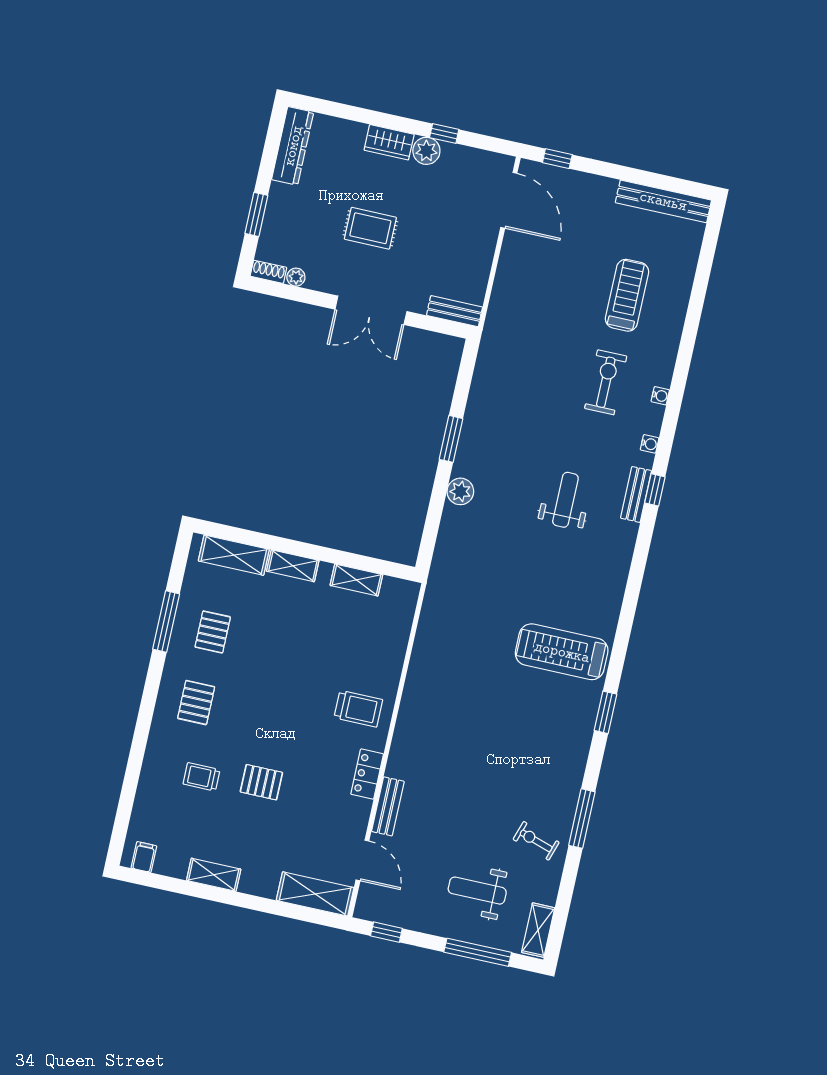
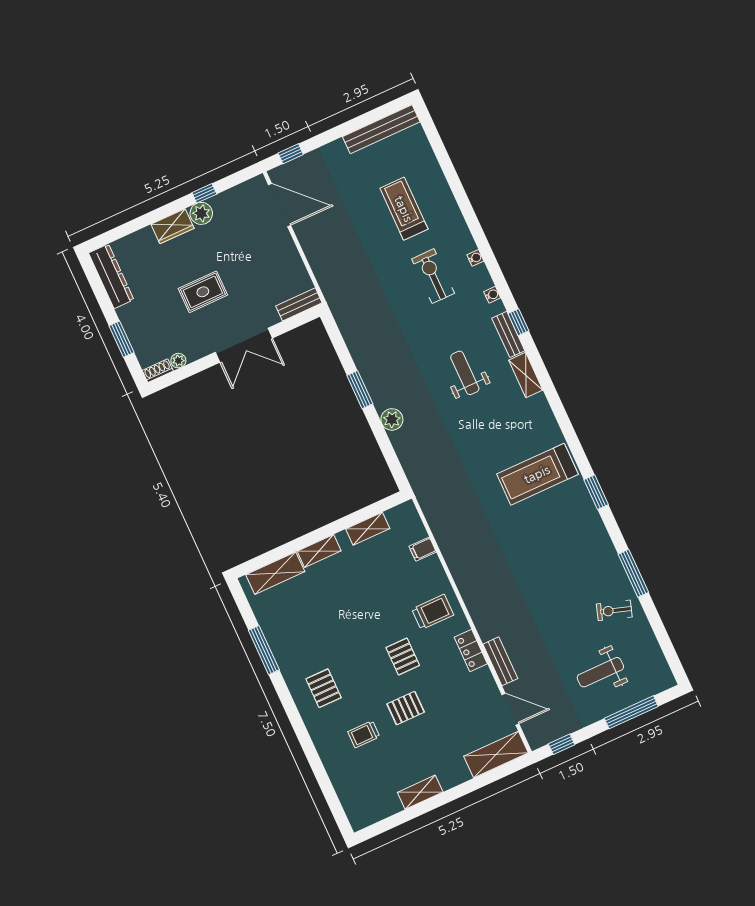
pallet: (213, 632) -> (403, 656), moved
filing cabinet: (144, 857) -> (423, 549), moved, turned -90
shelving: (538, 930) -> (526, 375), moved

